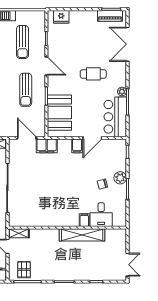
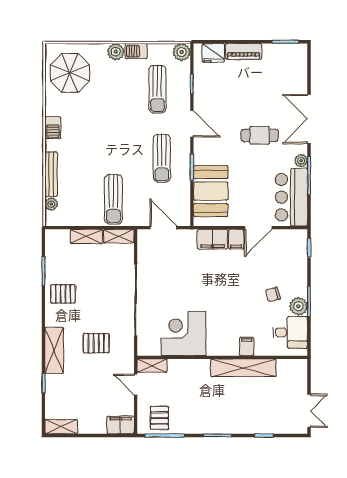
plant: (39, 16) -> (182, 52), added
piano: (110, 16) -> (244, 51), moved
double door: (127, 44) -> (309, 119), moved
filing cabinet: (47, 146) -> (212, 239), moved
plant: (120, 178) -> (298, 306), moved
corner desk: (41, 211) -> (184, 334), added
desk: (101, 215) -> (290, 332), moved, turned -90

